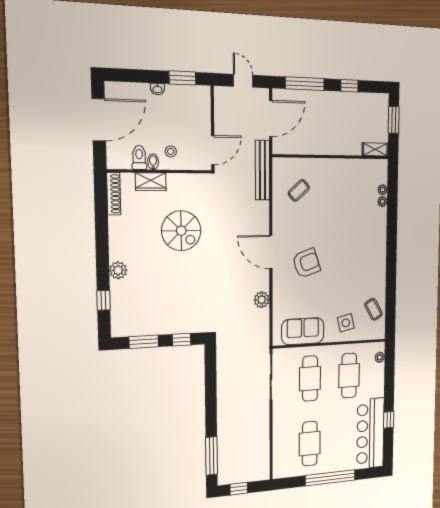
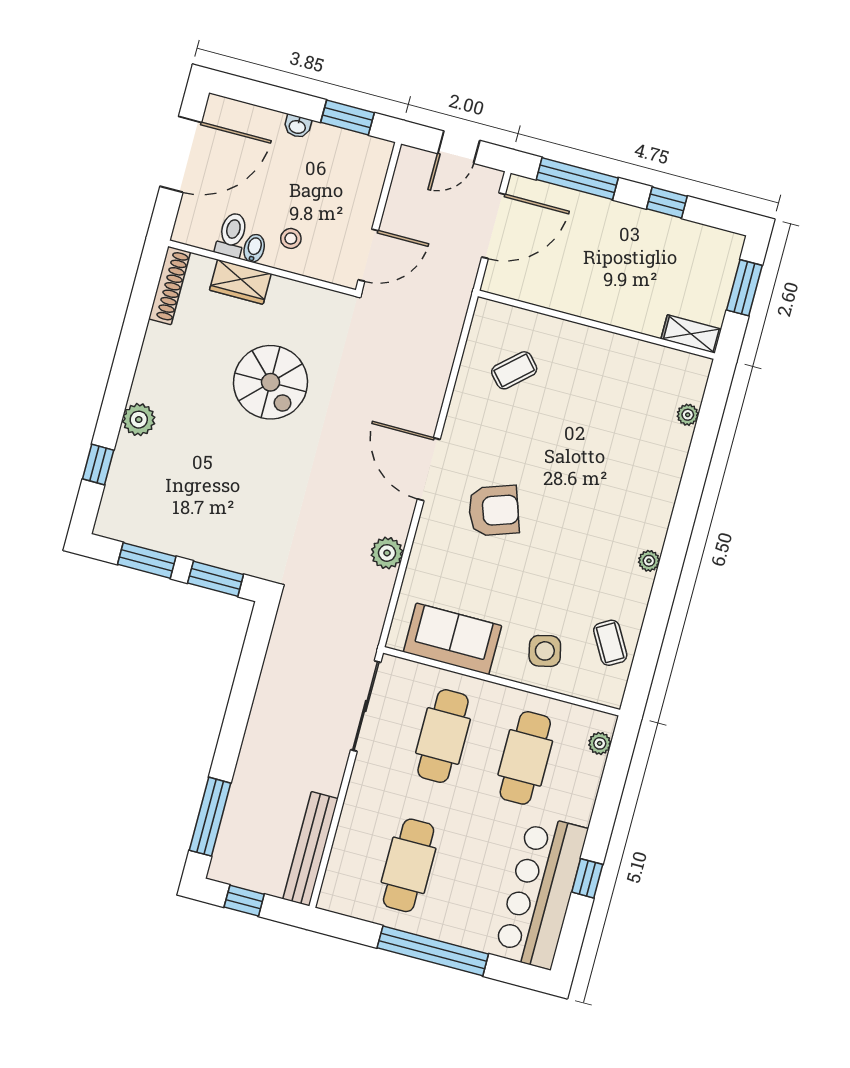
door: (243, 81) -> (459, 147), swing flipped
bench: (262, 170) -> (310, 849), moved
plant: (382, 202) -> (649, 561), moved
window: (181, 340) -> (216, 579), width x1.50

